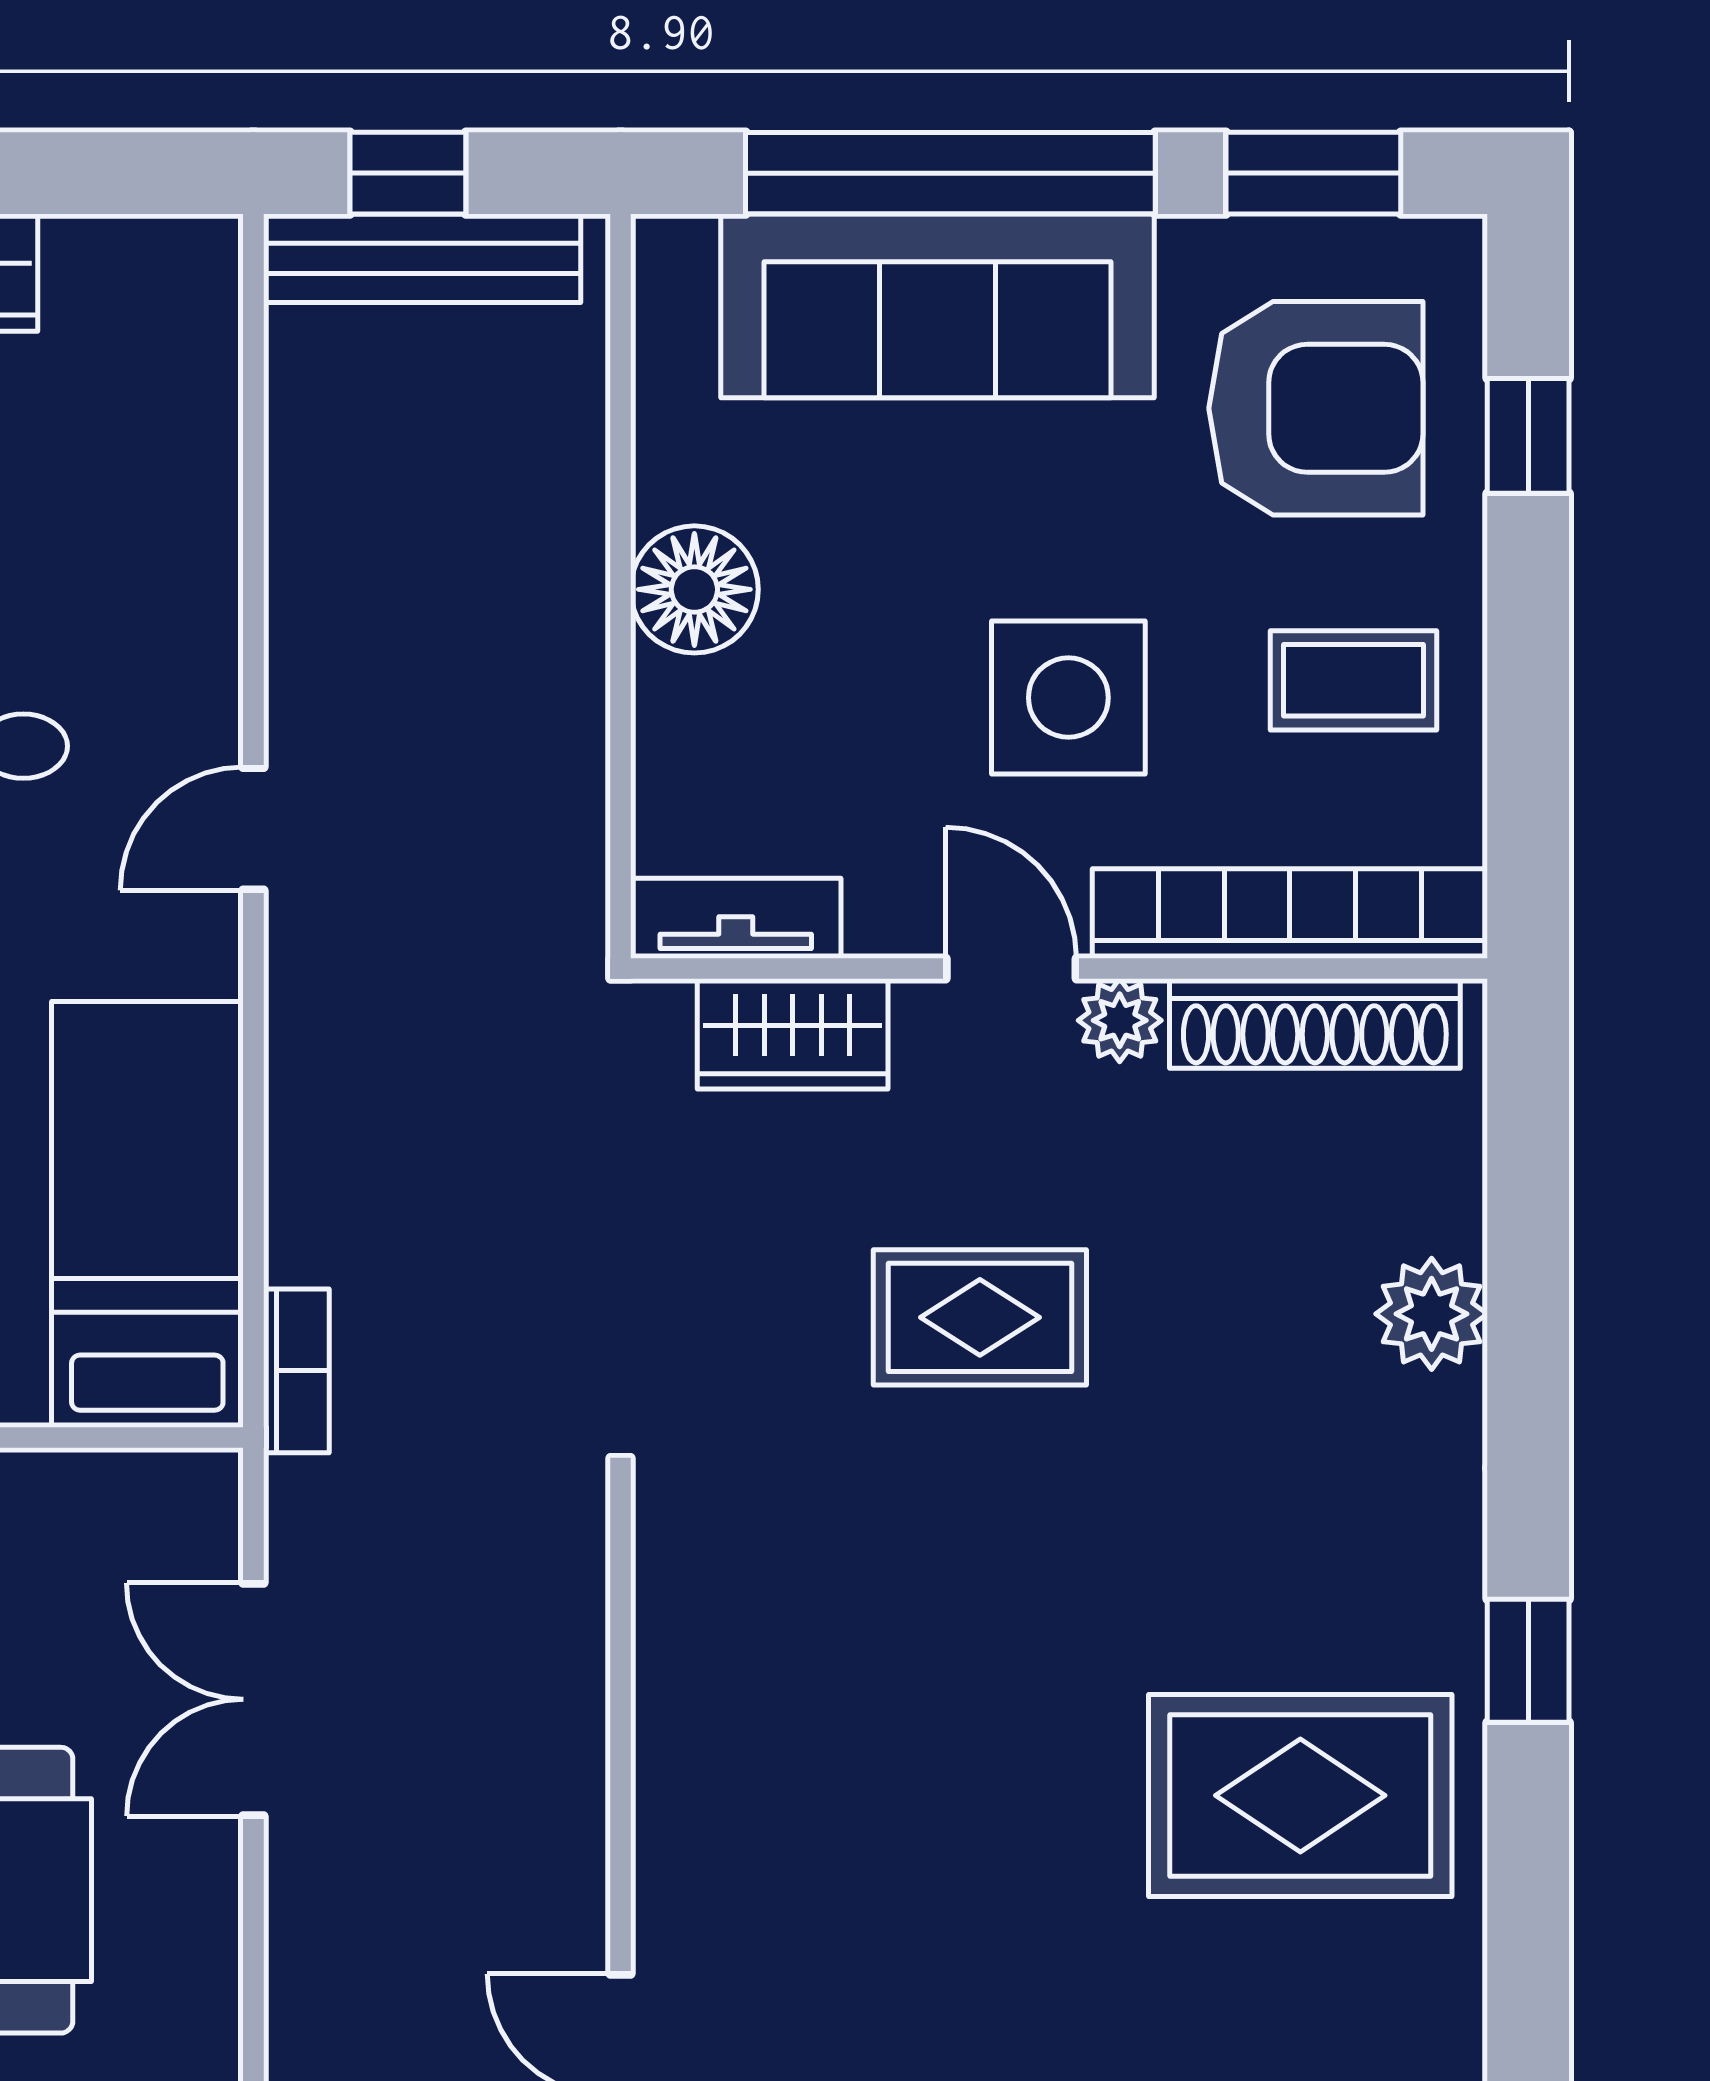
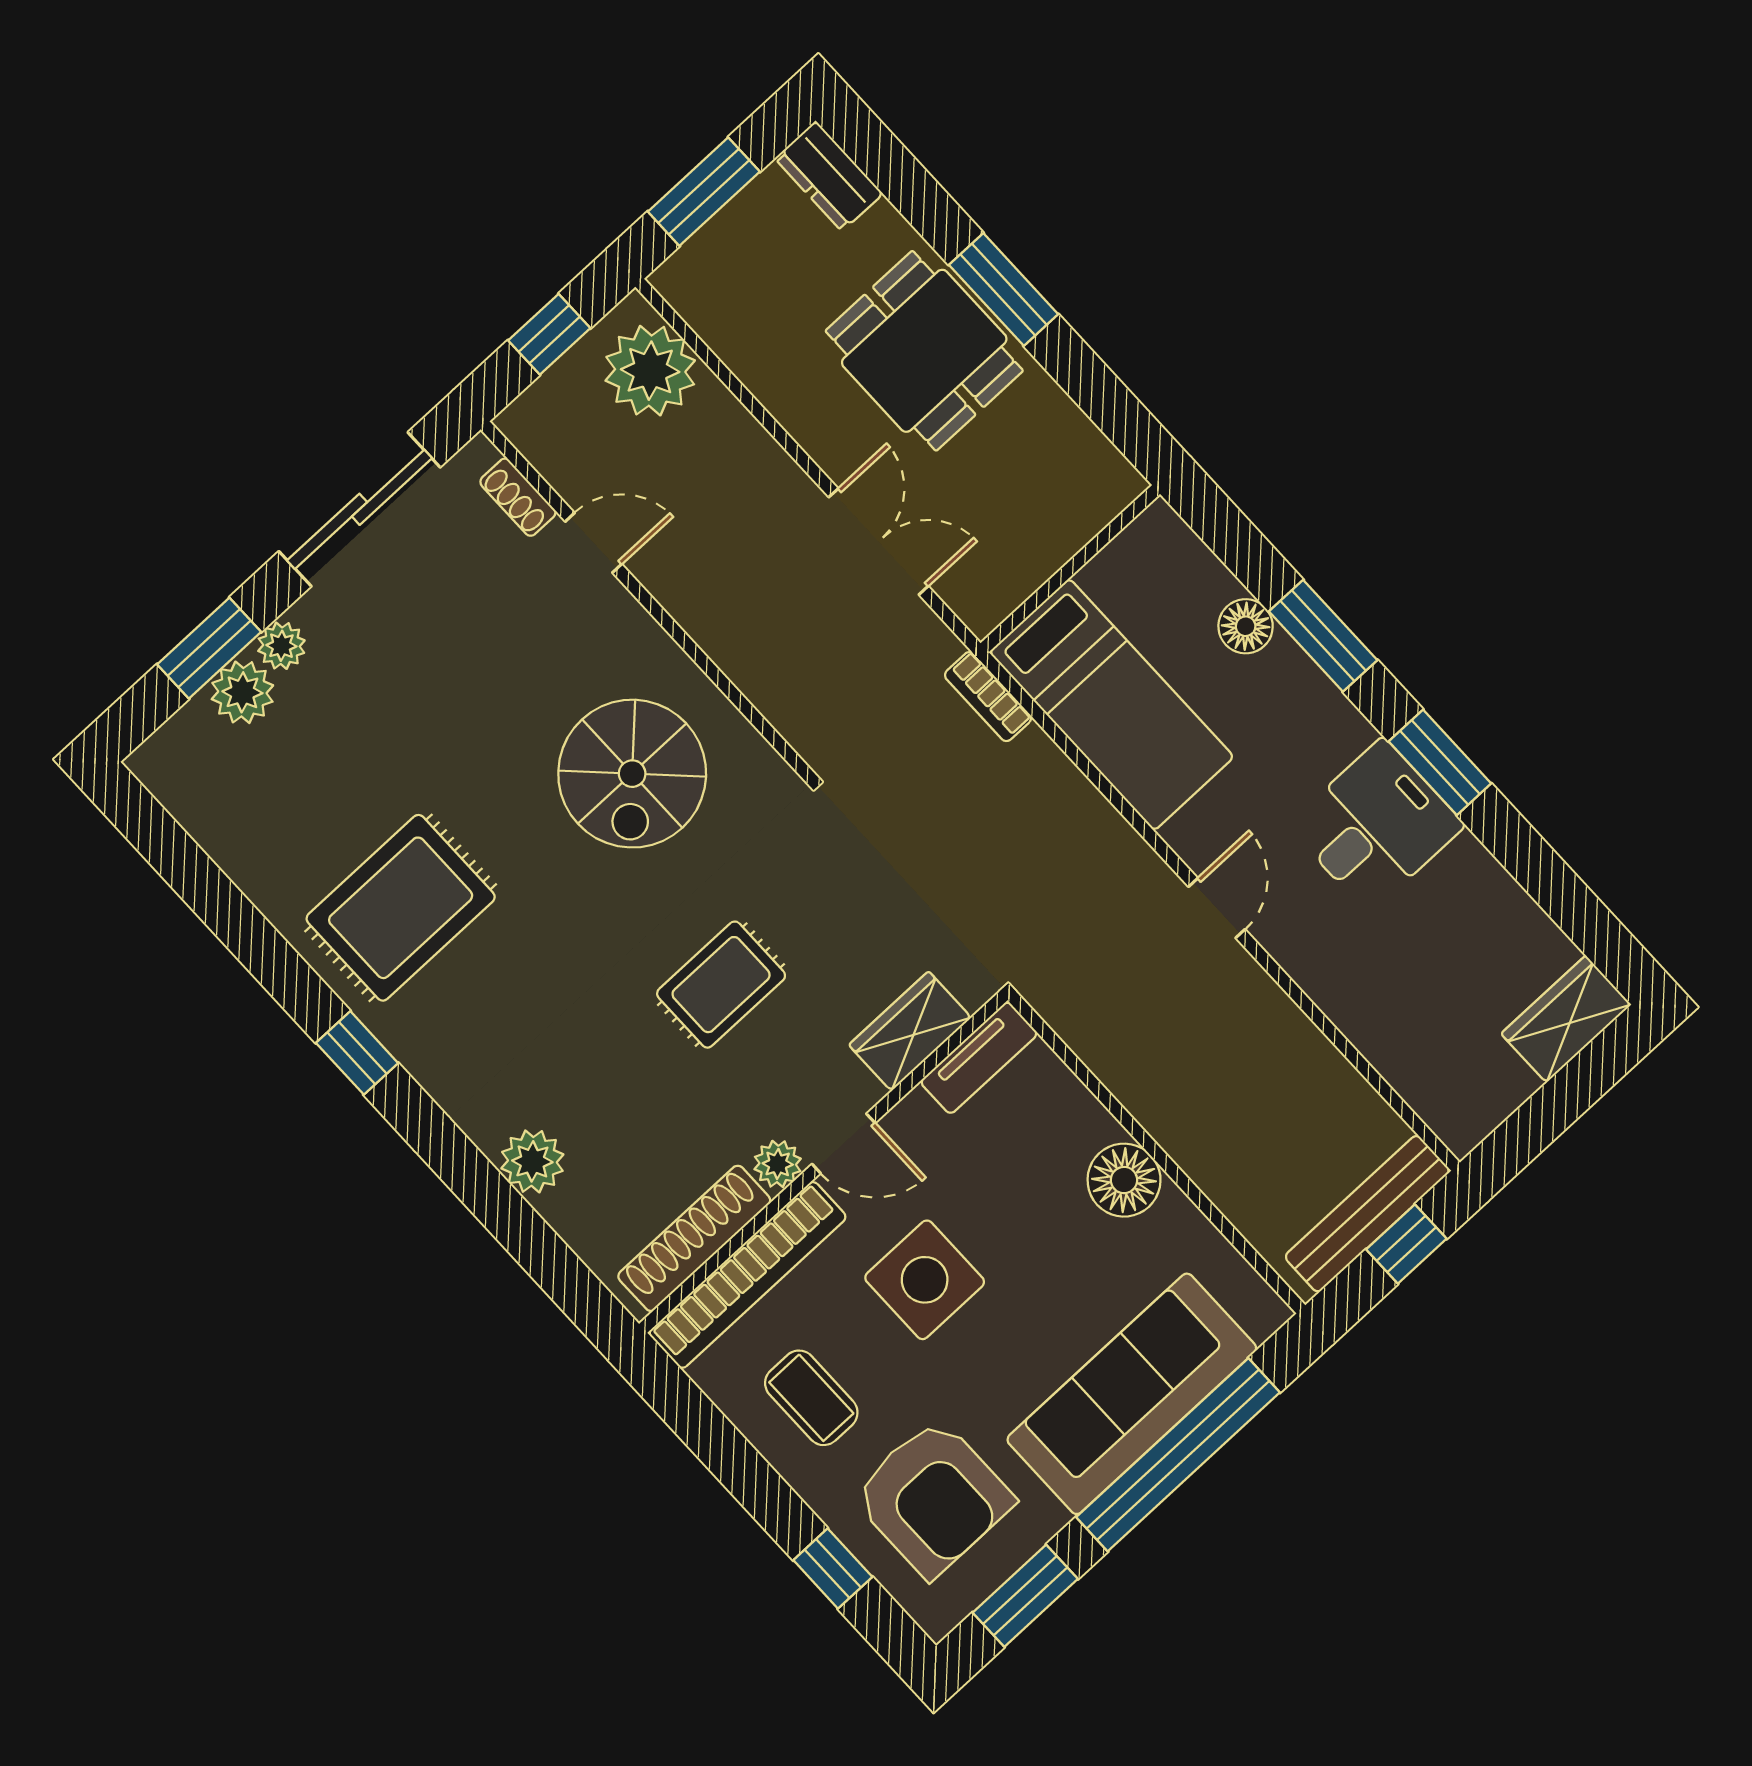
armchair: (1316, 408) -> (933, 1498), turned -90
coffee table: (1354, 680) -> (811, 1398), turned 90
spiral stairs: (844, 1693) -> (632, 774), added

